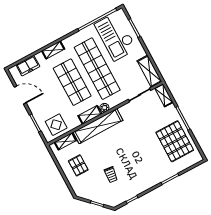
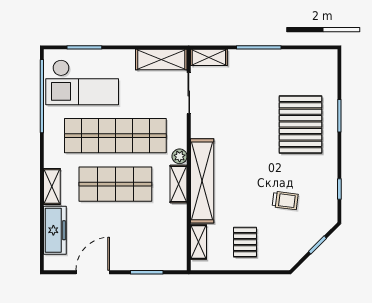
freezer: (28, 66) -> (55, 230), width x1.40
display table: (56, 125) -> (166, 242), removed
pallet: (175, 141) -> (301, 125), moved, turned 90
pallet: (78, 165) -> (245, 242), turned 90

